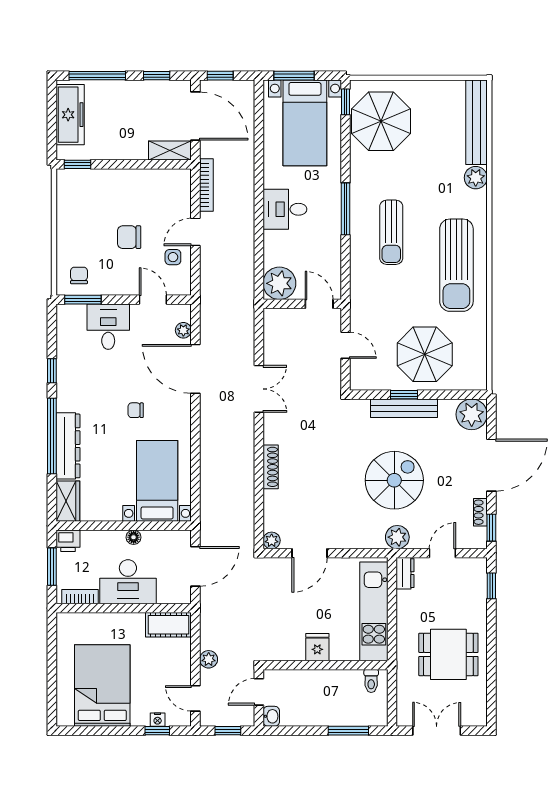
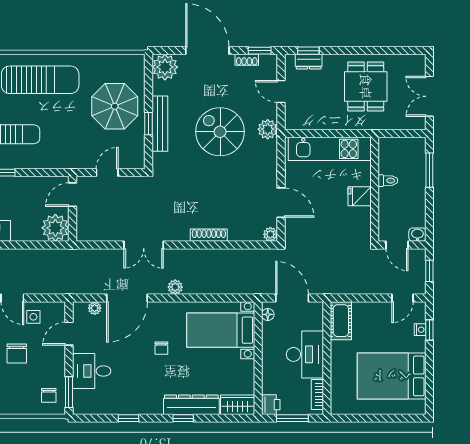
chair: (79, 275) -> (49, 395), turned -90
double door: (259, 389) -> (144, 245), swing flipped
window: (52, 436) -> (183, 418), width x0.32
floor lamp: (134, 537) -> (268, 314), moved
dresser: (405, 573) -> (309, 62), moved, turned 180
plant: (209, 659) -> (175, 287), moved
toilet: (371, 681) -> (388, 181), moved

